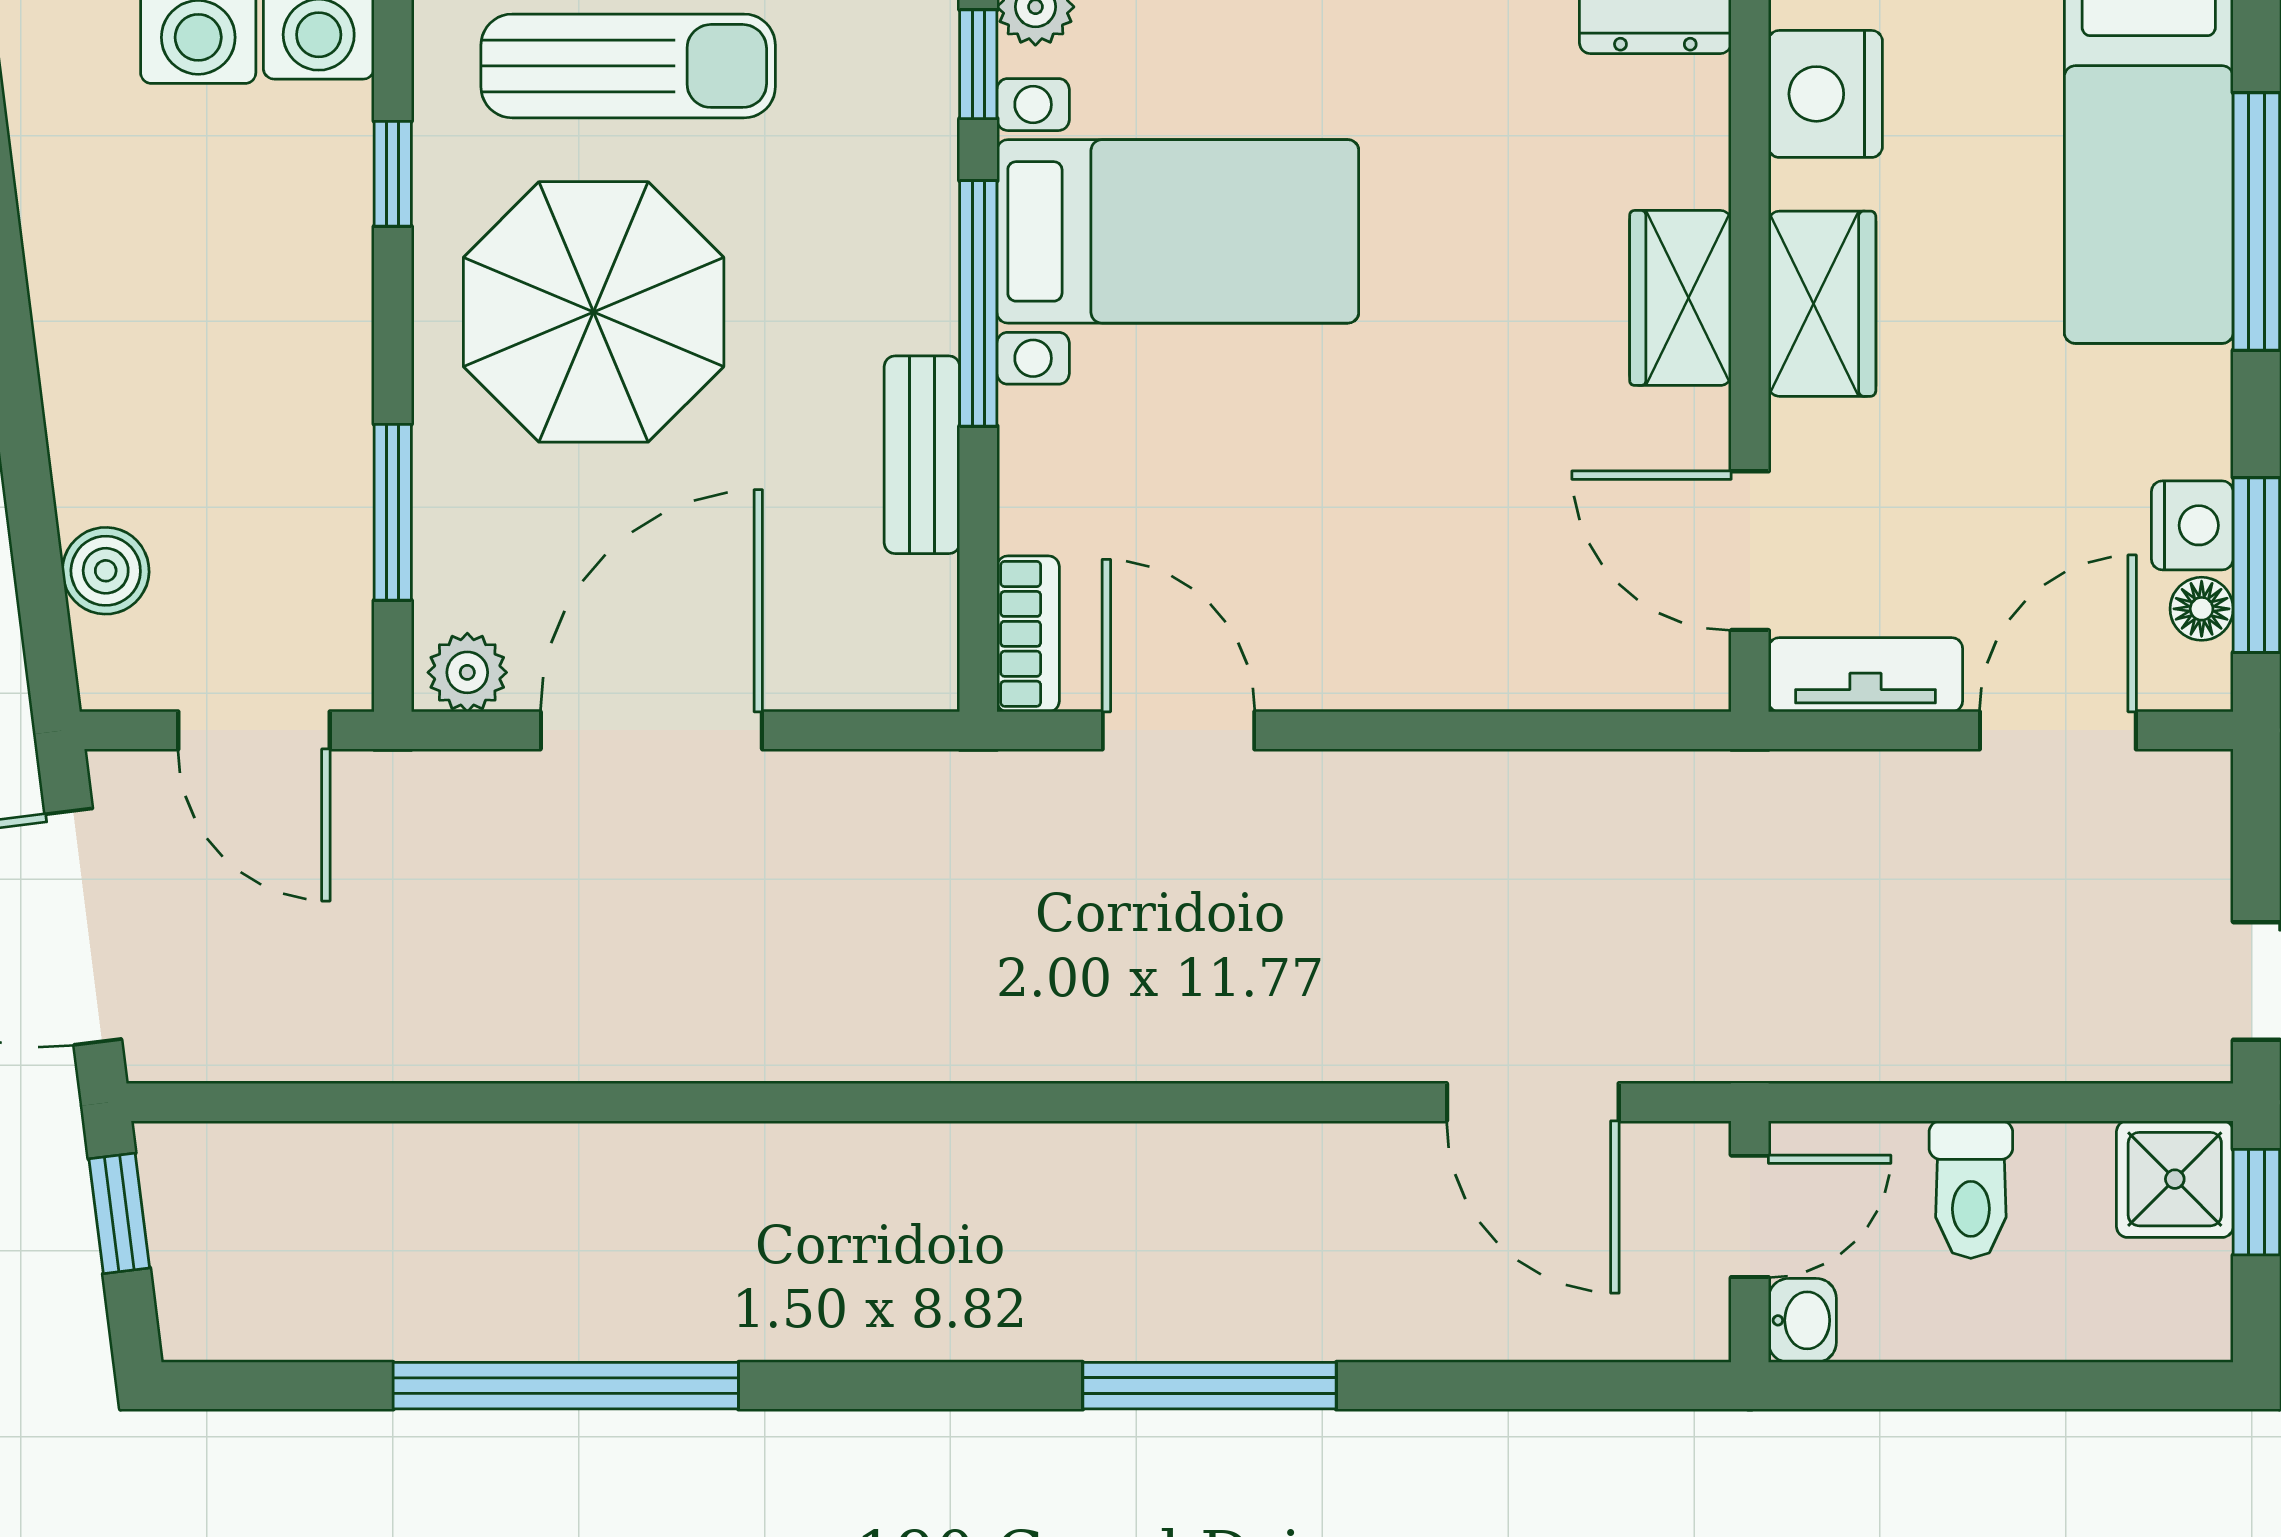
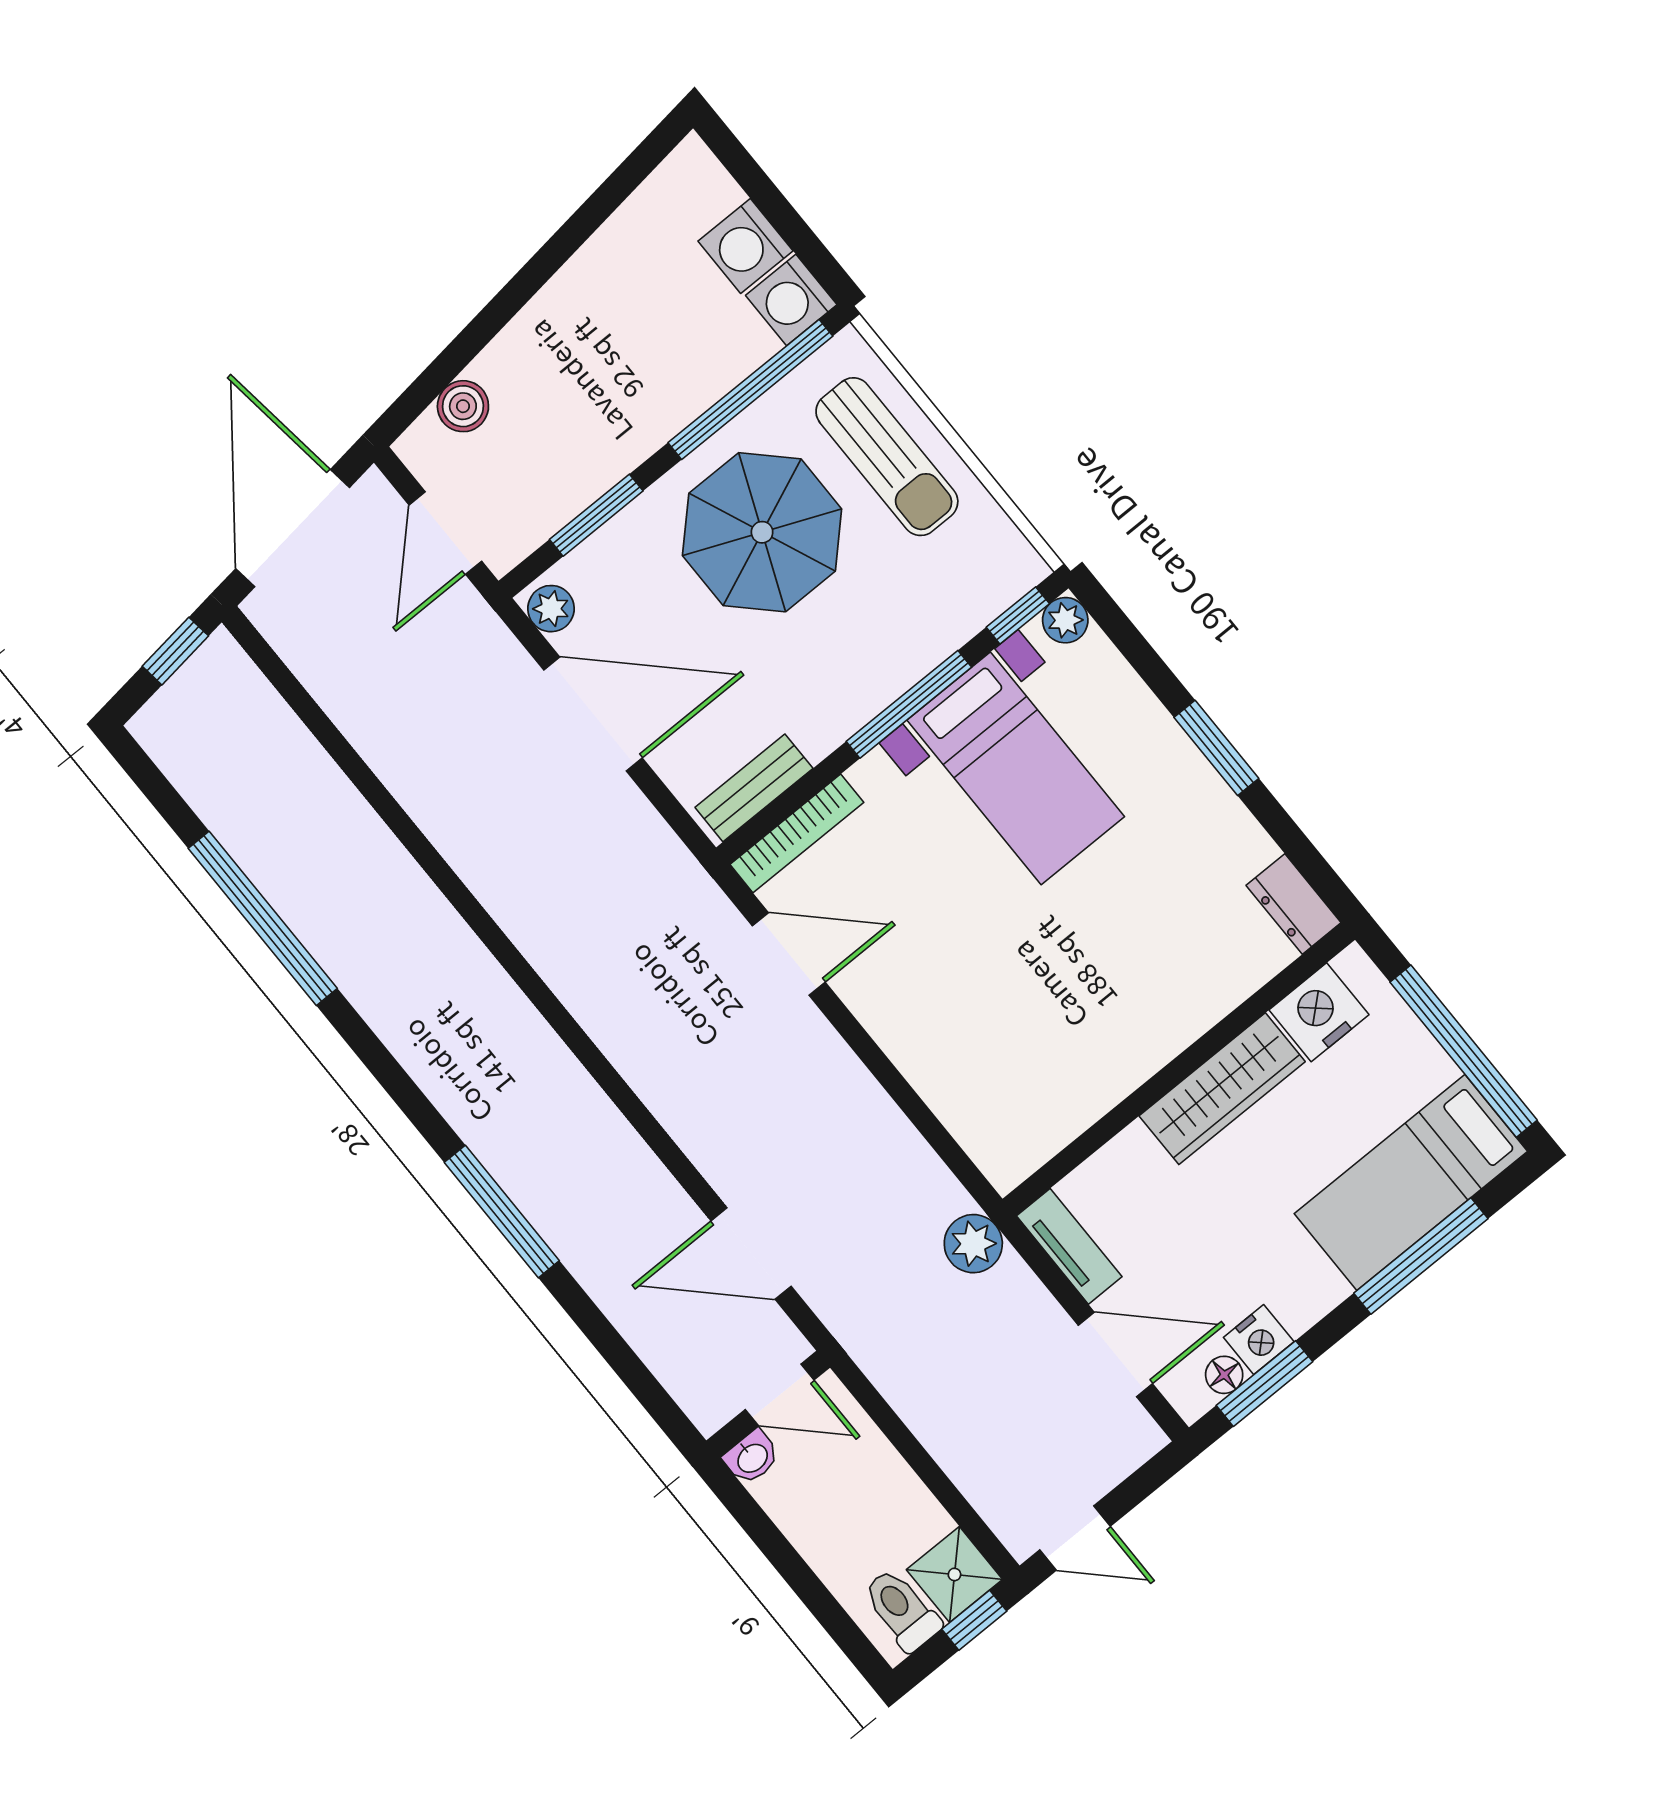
window: (393, 174) -> (750, 389), width x3.17
wardrobe: (1680, 298) -> (1172, 1022), removed
wardrobe: (1822, 304) -> (1222, 1089), width x1.50
bench: (922, 455) -> (754, 788), moved
door: (1750, 551) -> (1083, 1148), removed
bookcase: (1028, 634) -> (797, 833), width x1.56
door: (1178, 730) -> (789, 954), hinge flipped
plant: (1759, 798) -> (973, 1244), added
door: (1533, 1102) -> (751, 1254), hinge flipped
toilet: (1971, 1190) -> (902, 1610), moved, turned 90

